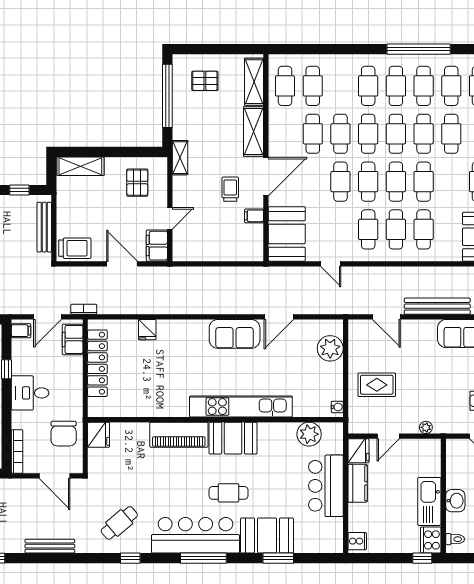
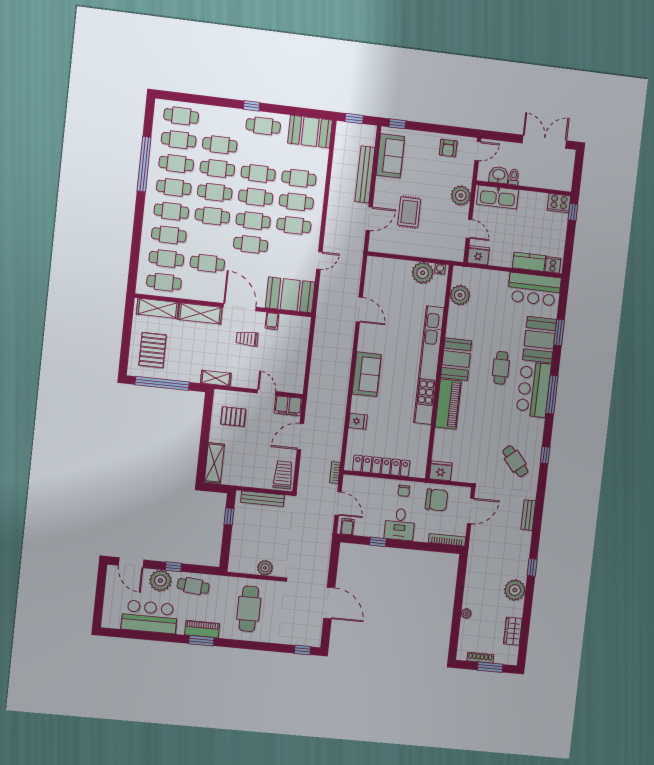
pallet: (205, 81) -> (153, 350), width x1.50, depth x1.42
cafe table: (340, 134) -> (169, 235), moved
sofa: (235, 334) -> (367, 374), moved
filing cabinet: (73, 340) -> (359, 484), removed
plant: (330, 348) -> (423, 273), moved
rug: (377, 385) -> (409, 212), moved
chair: (70, 393) -> (404, 491), added
kitchen unit: (241, 407) -> (429, 365), width x1.36
plant: (426, 427) -> (461, 196), width x1.87, depth x1.87
kitchen counter: (358, 483) -> (529, 262), moved
bar counter: (326, 486) -> (534, 289), moved
kitchen sink: (429, 501) -> (498, 197), moved
washbasin: (455, 501) -> (499, 175), moved
bar counter: (195, 535) -> (534, 389), width x0.73
toilet: (455, 539) -> (514, 177), moved
bench: (50, 546) -> (528, 515), width x0.73

